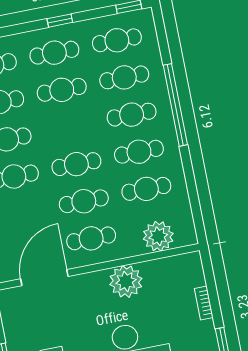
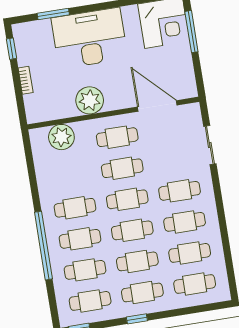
cafe table: (146, 189) -> (132, 230), moved
door: (44, 278) -> (157, 106), swing flipped

